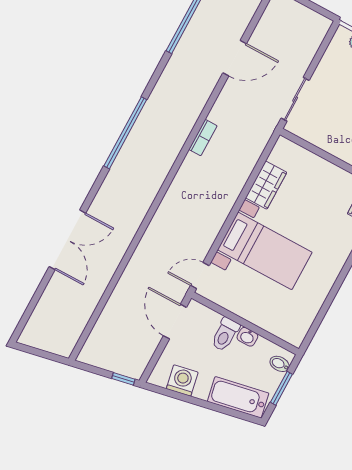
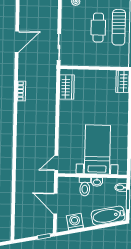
wardrobe: (266, 185) -> (67, 87), moved
bed with nightstands: (265, 251) -> (97, 150), moved, turned -90
door: (175, 322) -> (55, 204), moved

